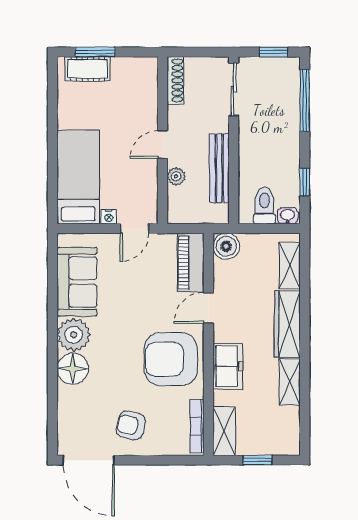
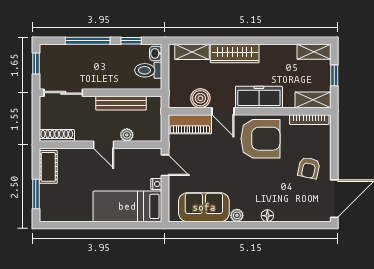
cot: (88, 69) -> (48, 167), moved
window: (305, 101) -> (88, 41), moved
boiler: (226, 246) -> (200, 98), moved
plant: (74, 335) -> (237, 215), width x0.53, depth x0.53
armchair: (171, 359) -> (260, 139), turned -90
freezer: (228, 366) -> (259, 97), width x1.40
floor lamp: (73, 369) -> (267, 216), width x0.53, depth x0.53
shelving: (290, 382) -> (314, 52), moved

